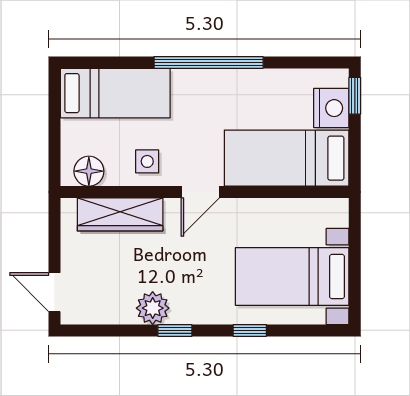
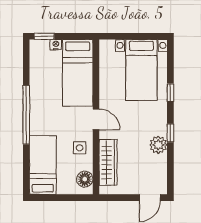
nightstand: (331, 108) -> (56, 45), width x0.53, depth x0.56

